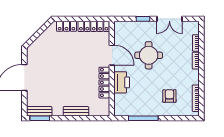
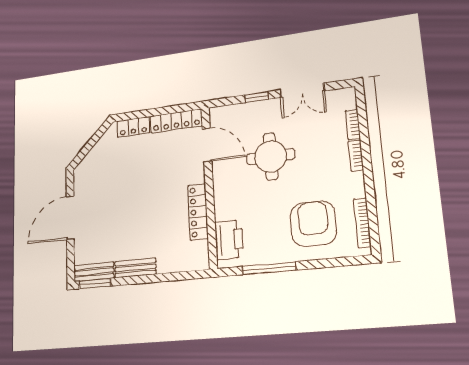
door: (112, 55) -> (207, 145), moved
printer: (122, 82) -> (229, 240), moved
armchair: (169, 96) -> (313, 224), width x1.88, depth x1.88
bench: (76, 111) -> (135, 268), moved

